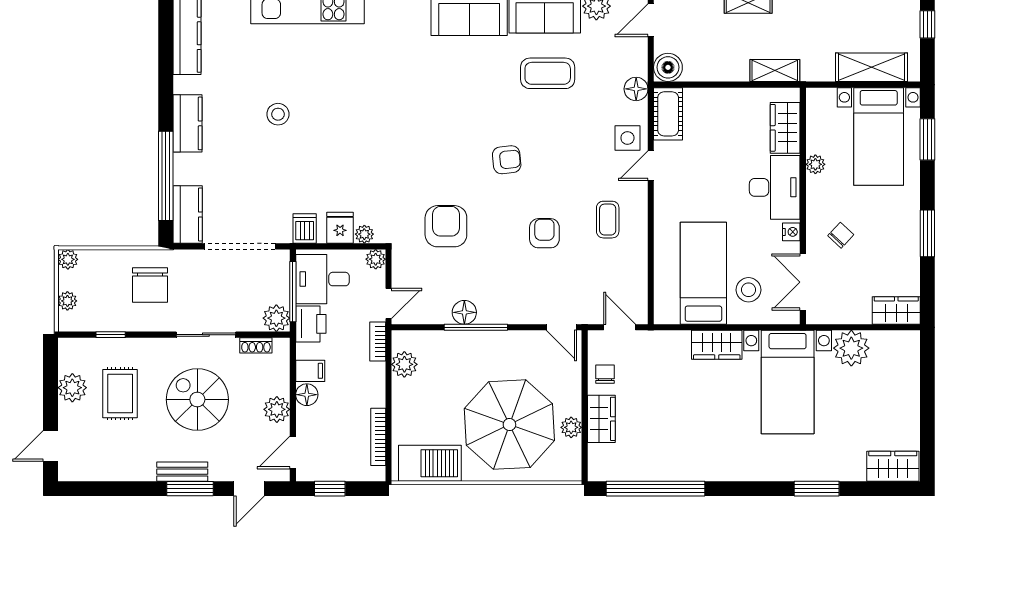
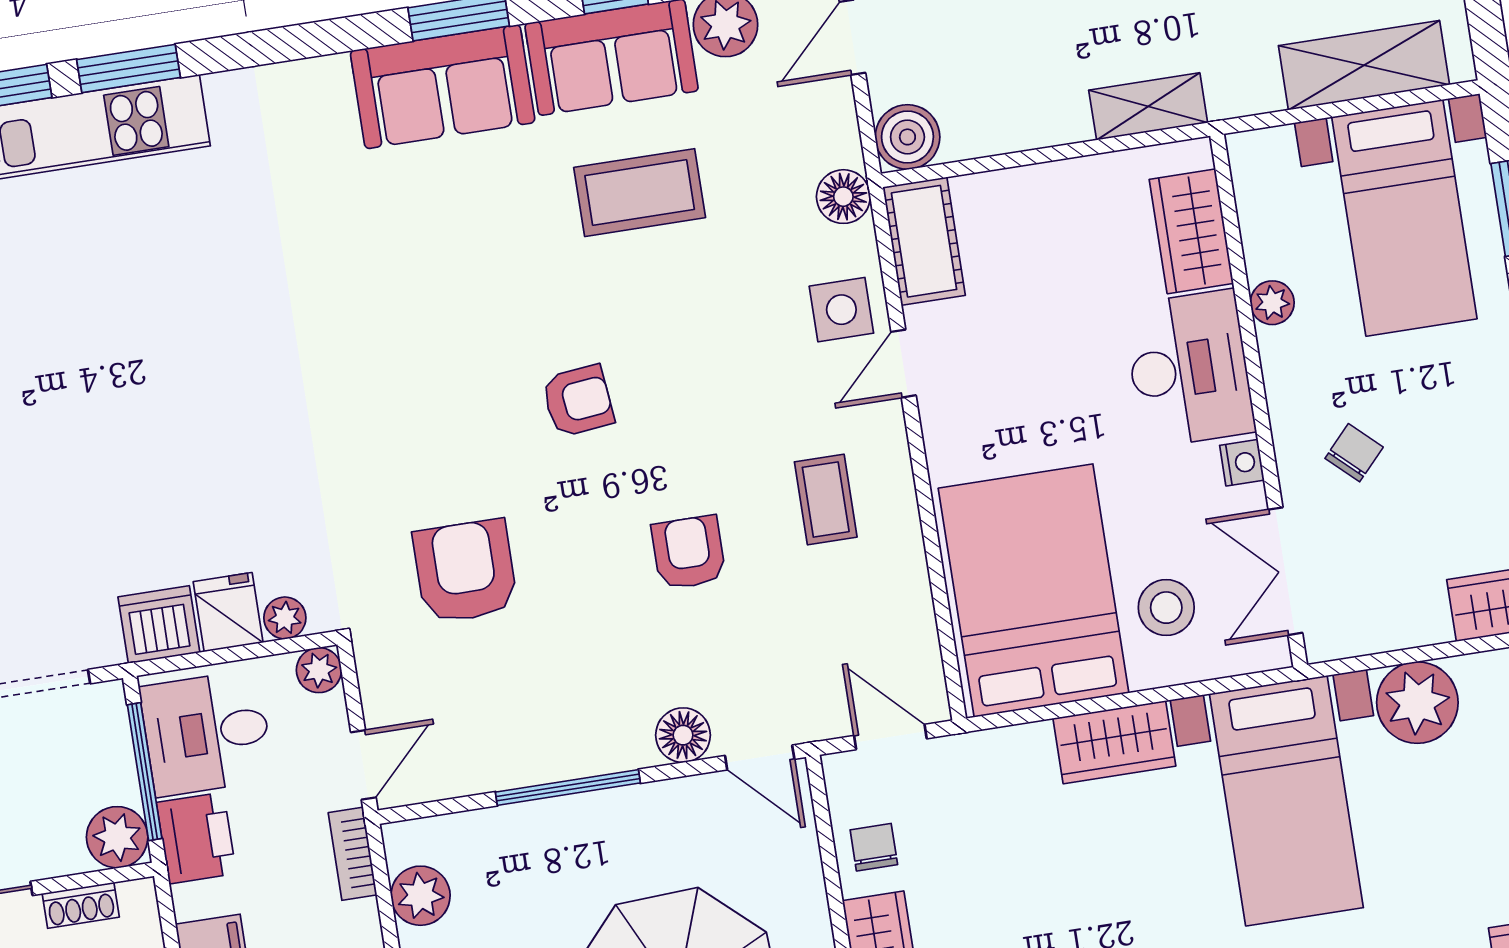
stool: (278, 114) -> (49, 379), removed
dishwasher: (305, 229) -> (159, 625), width x1.38
bed: (703, 273) -> (1034, 590), width x1.50
floor lamp: (464, 312) -> (683, 735), moved

